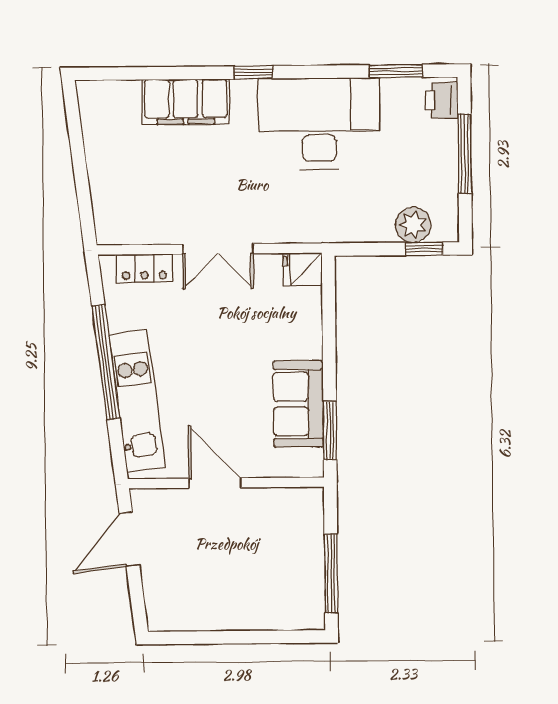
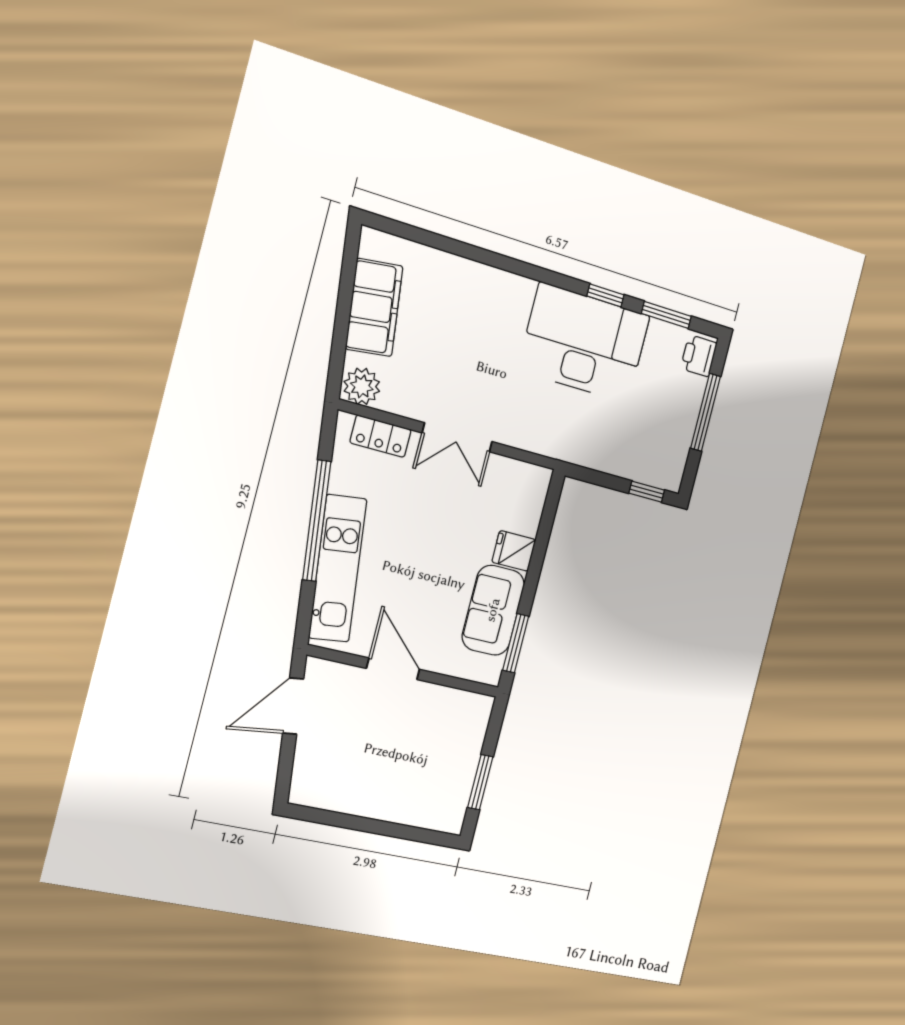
window: (253, 72) -> (605, 295), moved
filing cabinet: (186, 102) -> (374, 308), moved, turned -97
plant: (413, 225) -> (362, 386), moved
fridge: (303, 269) -> (514, 551), moved
window: (331, 574) -> (480, 782), width x0.69

